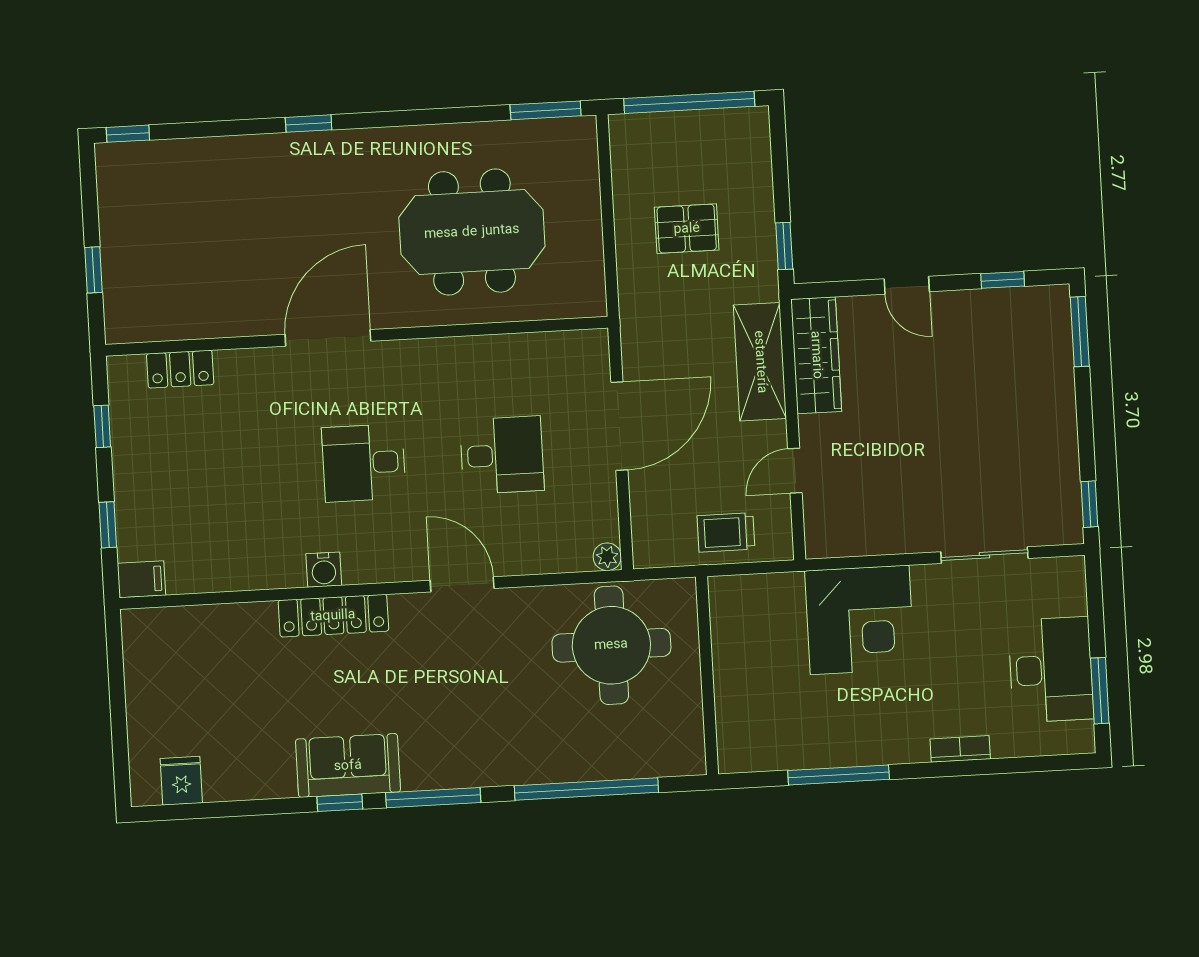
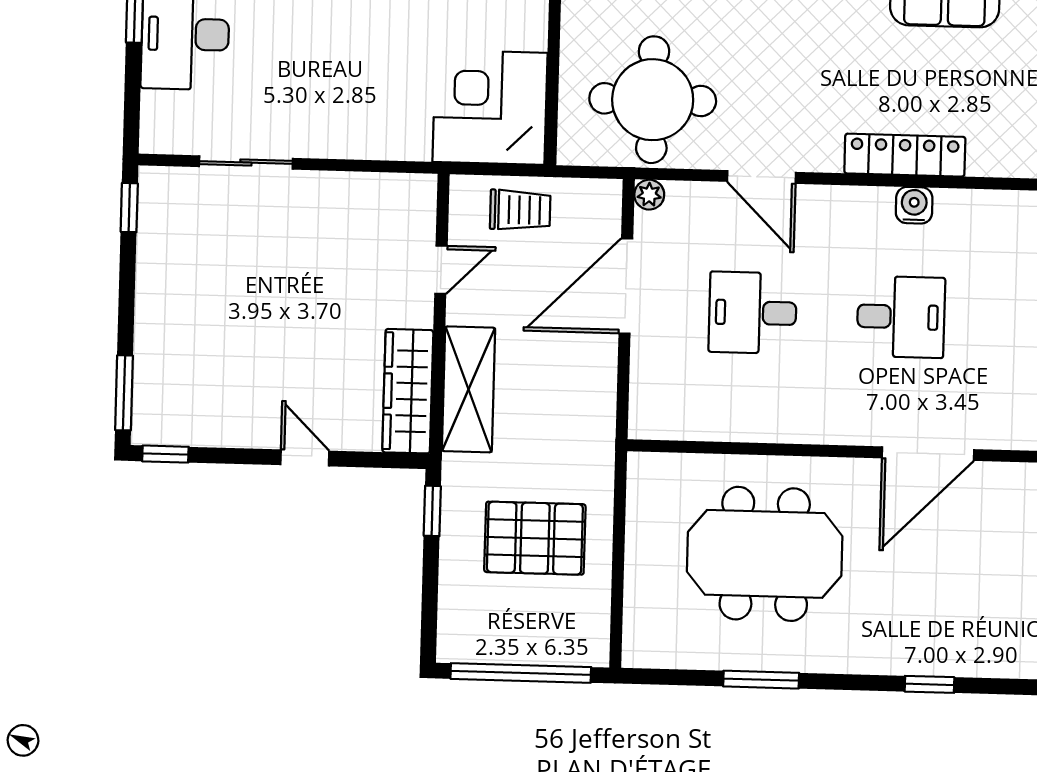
window: (546, 110) -> (761, 680), moved
pallet: (687, 229) -> (535, 538), width x1.50, depth x1.42
window: (1003, 280) -> (165, 454), moved
door: (619, 426) -> (626, 286), moved
water cooler: (324, 570) -> (914, 205), moved
door: (462, 584) -> (761, 177), moved
locker: (333, 616) -> (905, 155), moved
corner desk: (860, 620) -> (490, 107), moved

